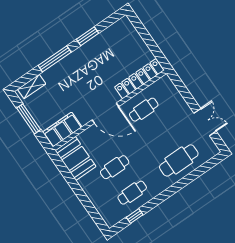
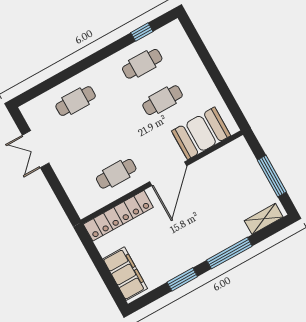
door: (105, 113) -> (168, 174), swing flipped
filing cabinet: (62, 130) -> (125, 274), moved, turned -90
booth: (76, 158) -> (201, 133), moved, turned 90
cafe table: (179, 160) -> (76, 101), width x0.73, depth x0.74

